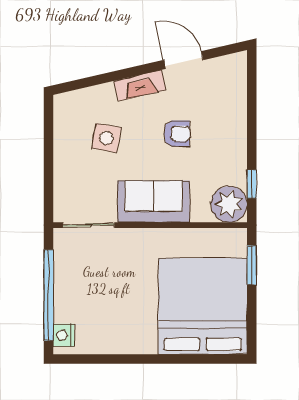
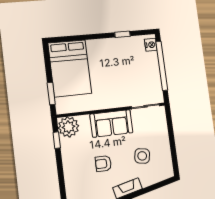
bed: (203, 306) -> (70, 68), width x0.73
window: (113, 359) -> (122, 34), added

